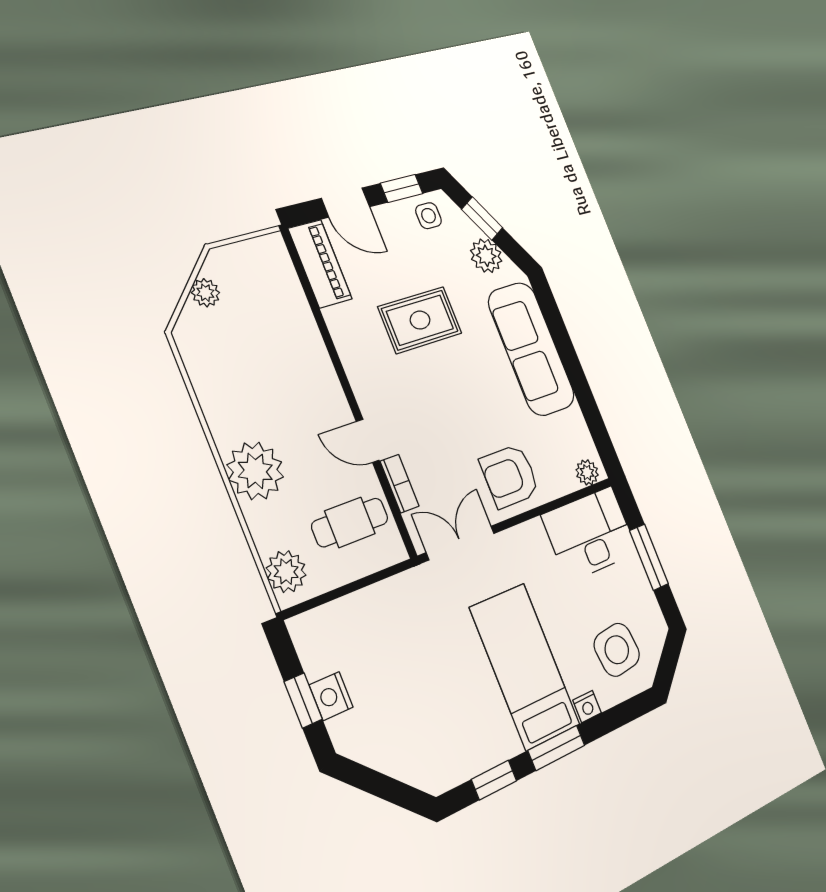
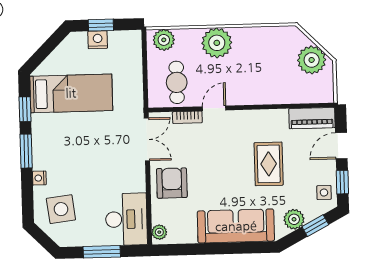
plant: (205, 293) -> (312, 60), width x1.88, depth x1.88
bed: (525, 666) -> (71, 93), moved

